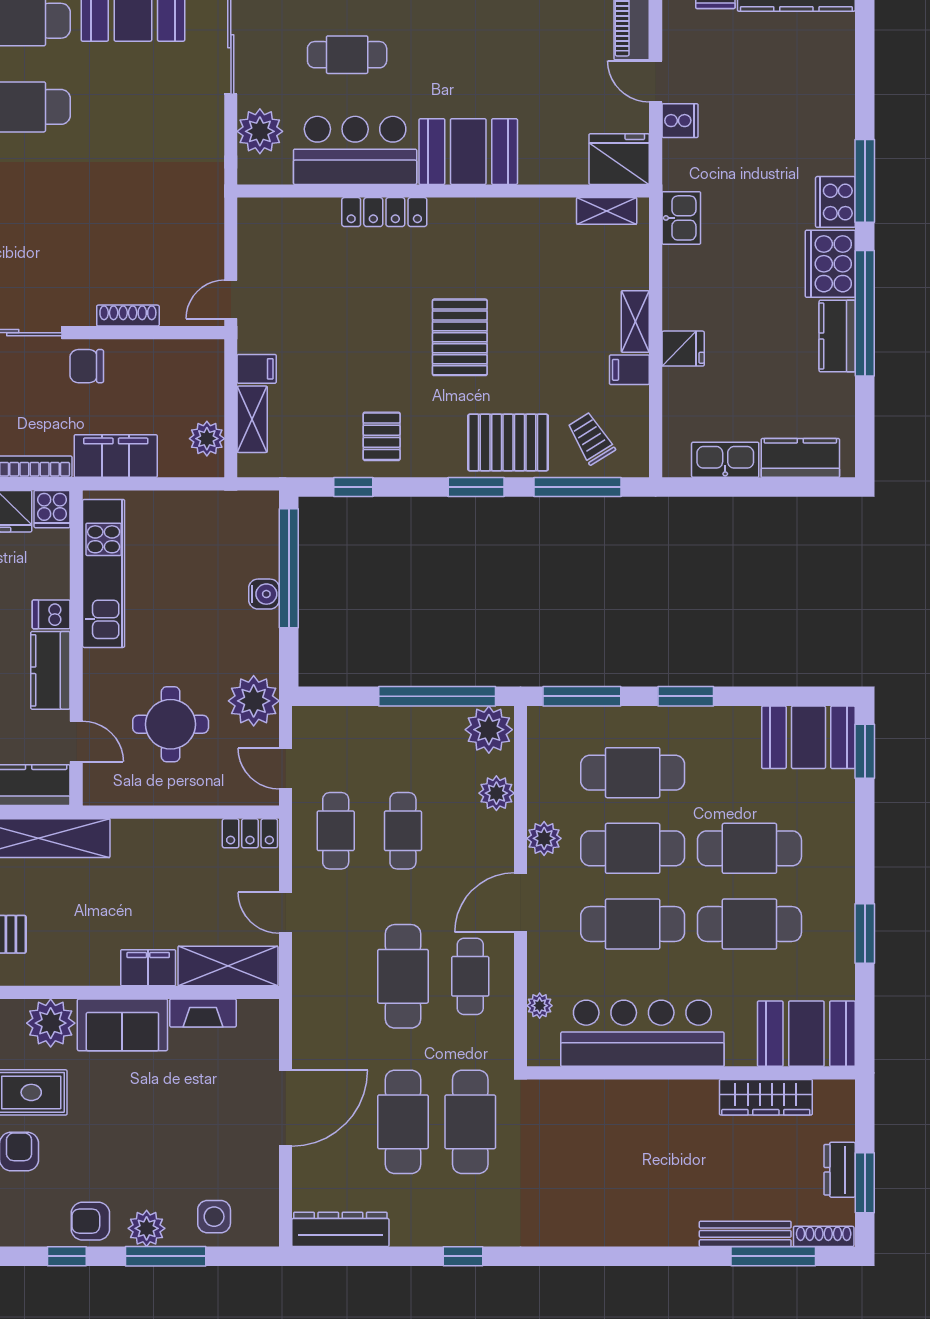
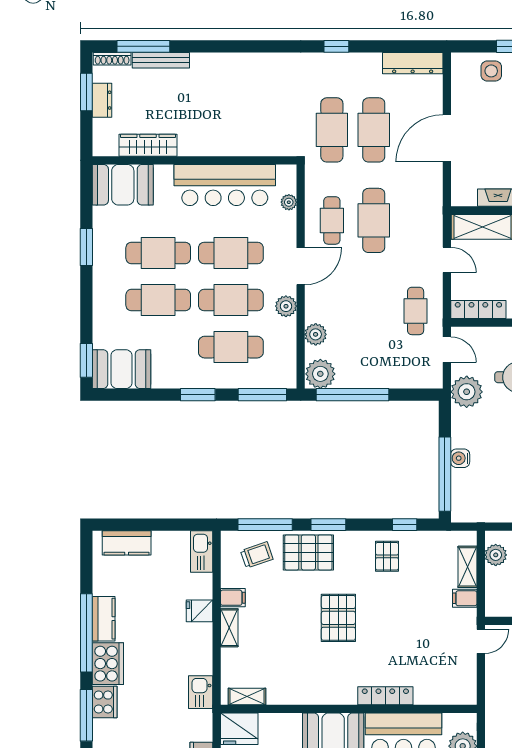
trolley: (591, 438) -> (257, 555), turned -77
kitchen sink: (725, 460) -> (202, 552), moved, turned 90
cafe table: (403, 831) -> (374, 311), removed
locker: (250, 833) -> (478, 309), width x1.53

